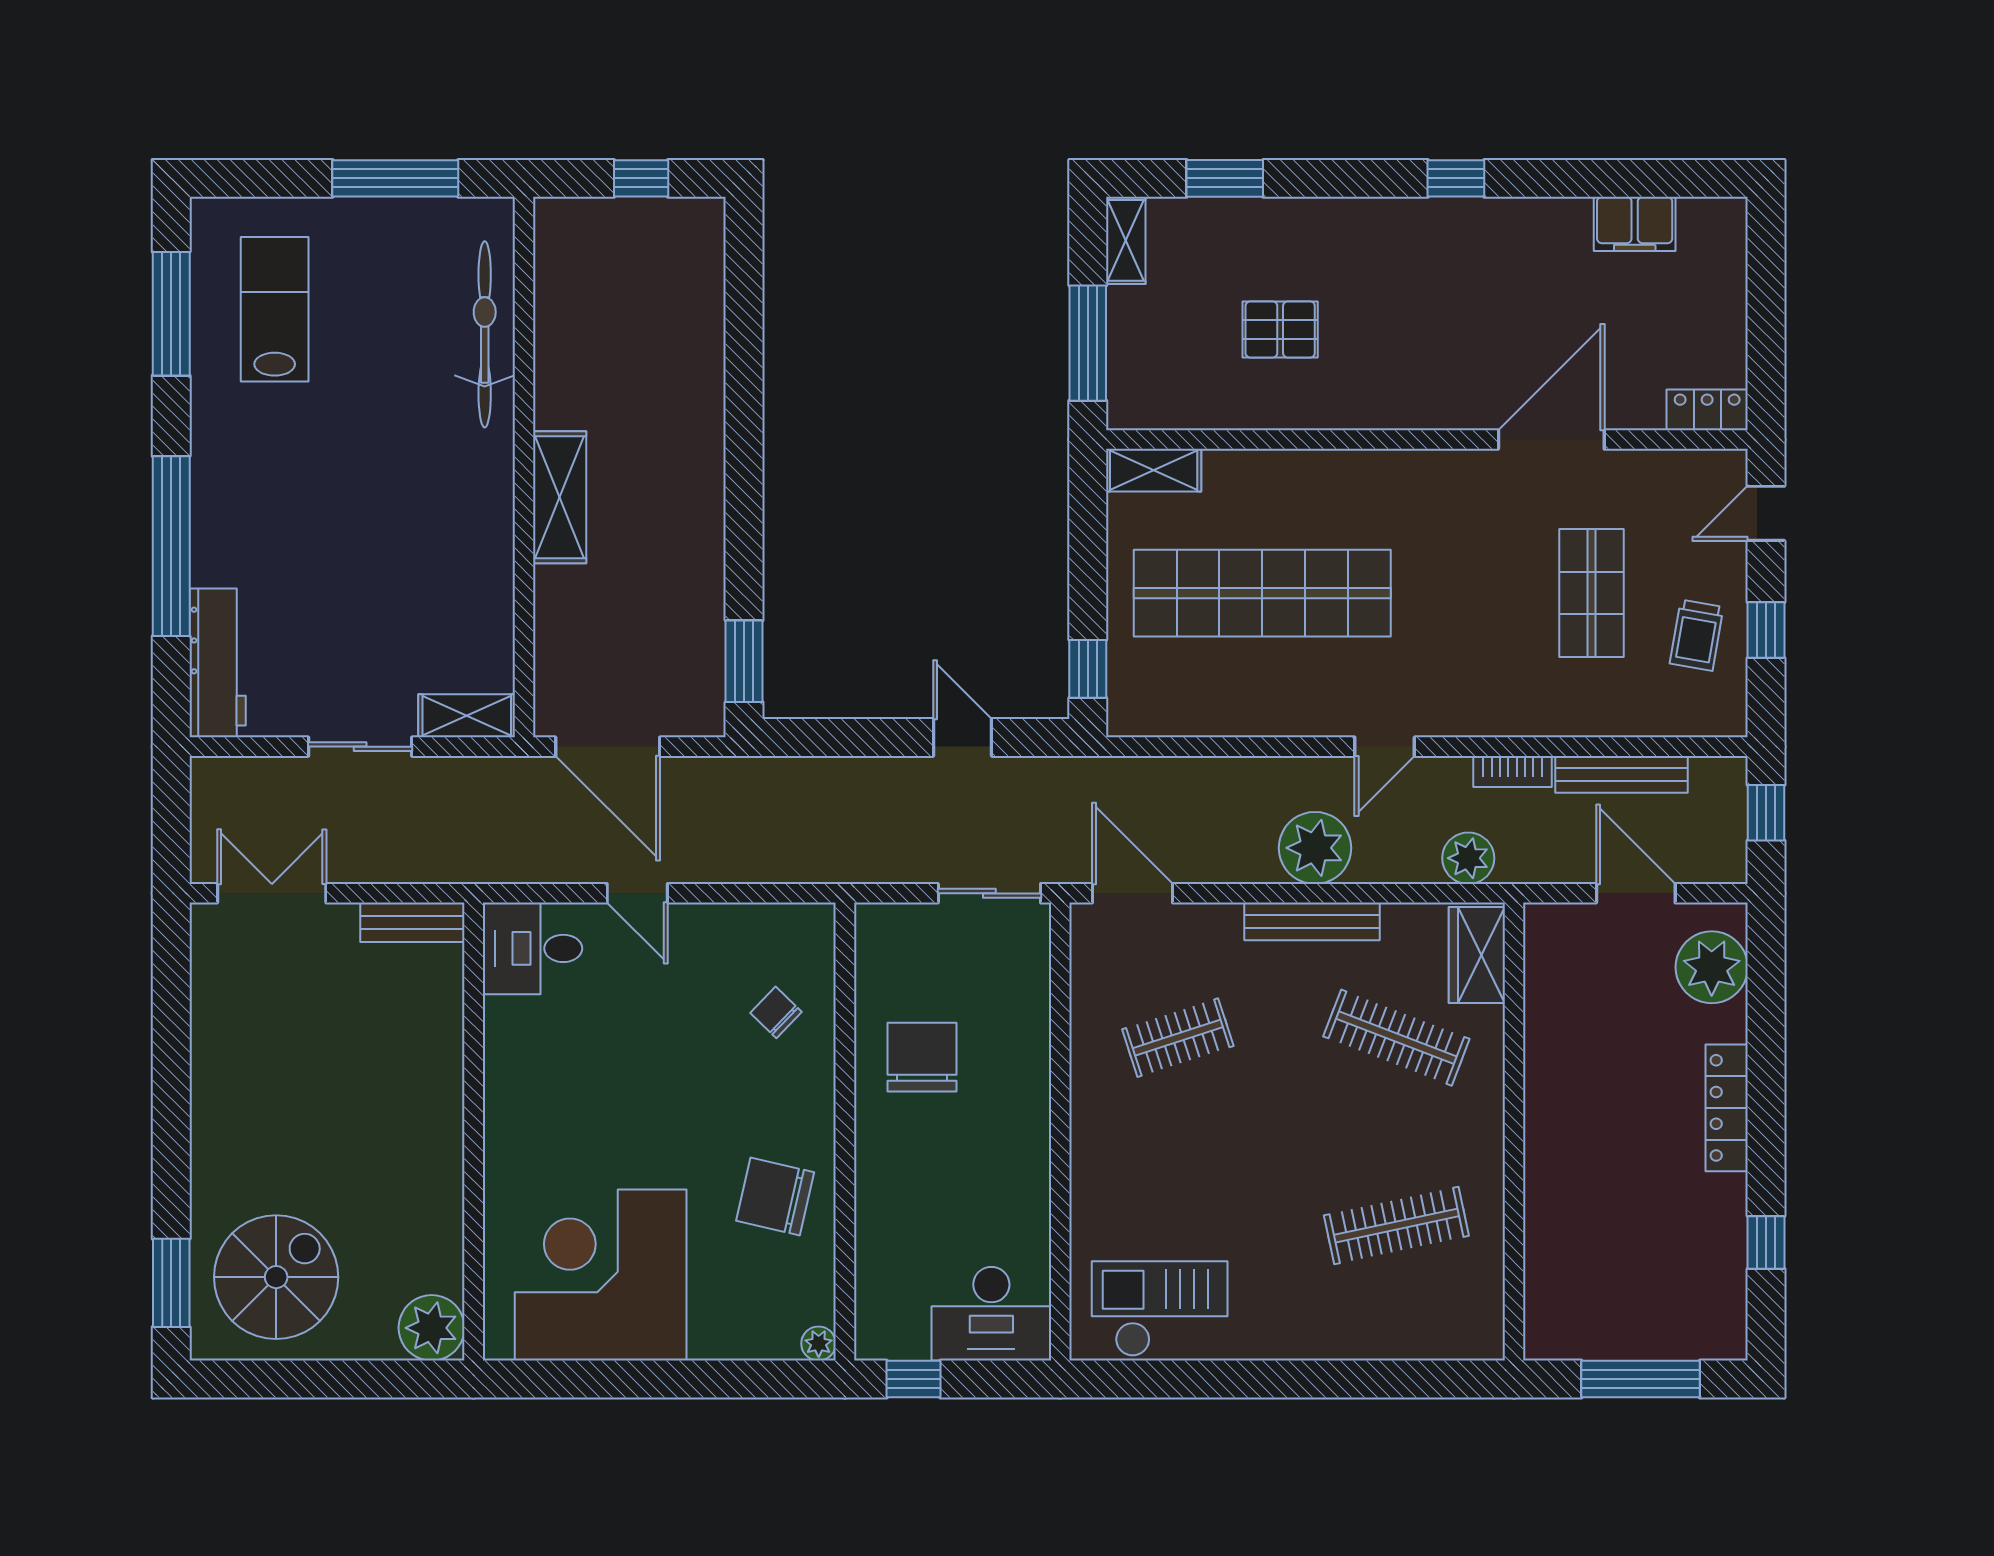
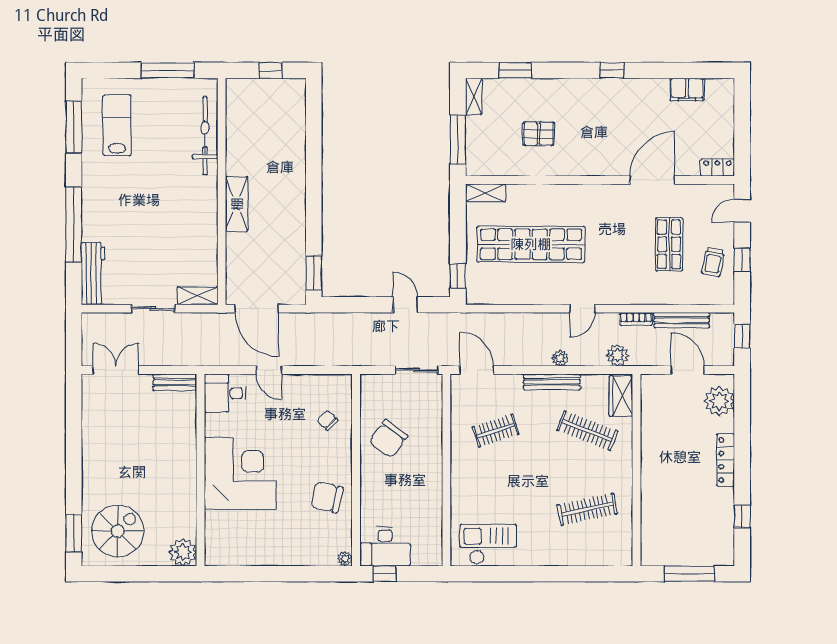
plant: (1315, 848) -> (560, 358), width x0.53, depth x0.53
chair: (922, 1057) -> (388, 439), turned -144
corner desk: (601, 1275) -> (240, 474), moved, turned 90
desk: (991, 1314) -> (385, 546), moved

